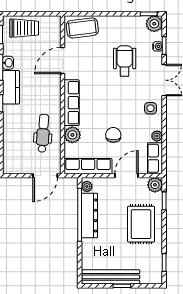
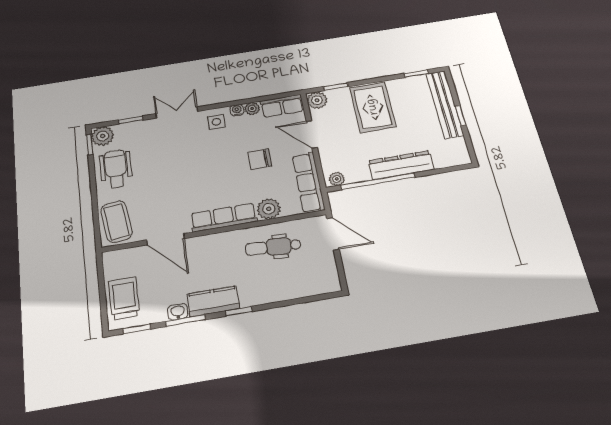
water cooler: (158, 46) -> (237, 110), moved
wheelchair: (125, 61) -> (116, 169), moved, turned 90
dresser: (89, 215) -> (401, 165), moved
rug: (141, 224) -> (373, 107), turned 90
bench: (111, 277) -> (445, 104), moved

